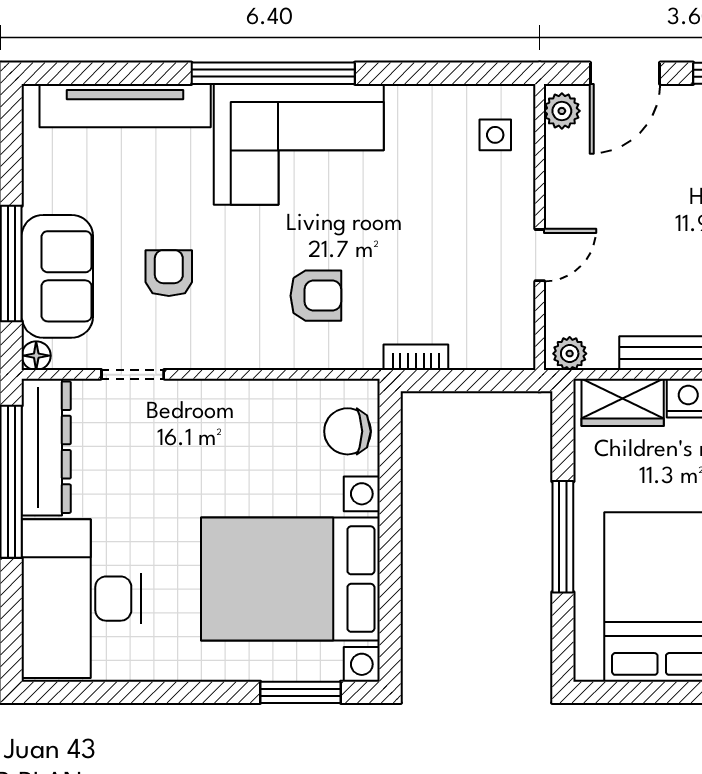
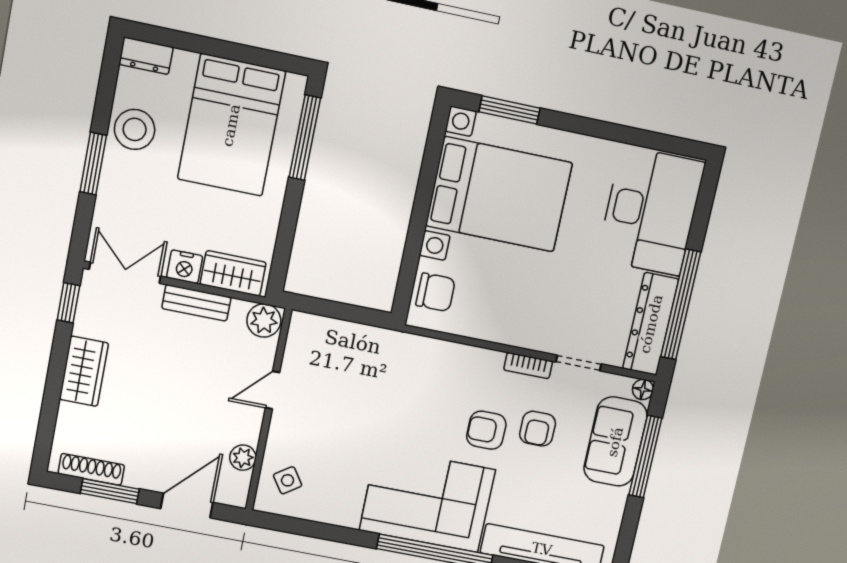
plant: (562, 111) -> (243, 458), moved
side table: (495, 135) -> (288, 480), turned -34
armchair: (316, 296) -> (486, 430), moved
plant: (570, 354) -> (264, 321), width x1.38, depth x1.38
bookcase: (416, 357) -> (528, 366), moved
window: (563, 537) -> (305, 138), moved

